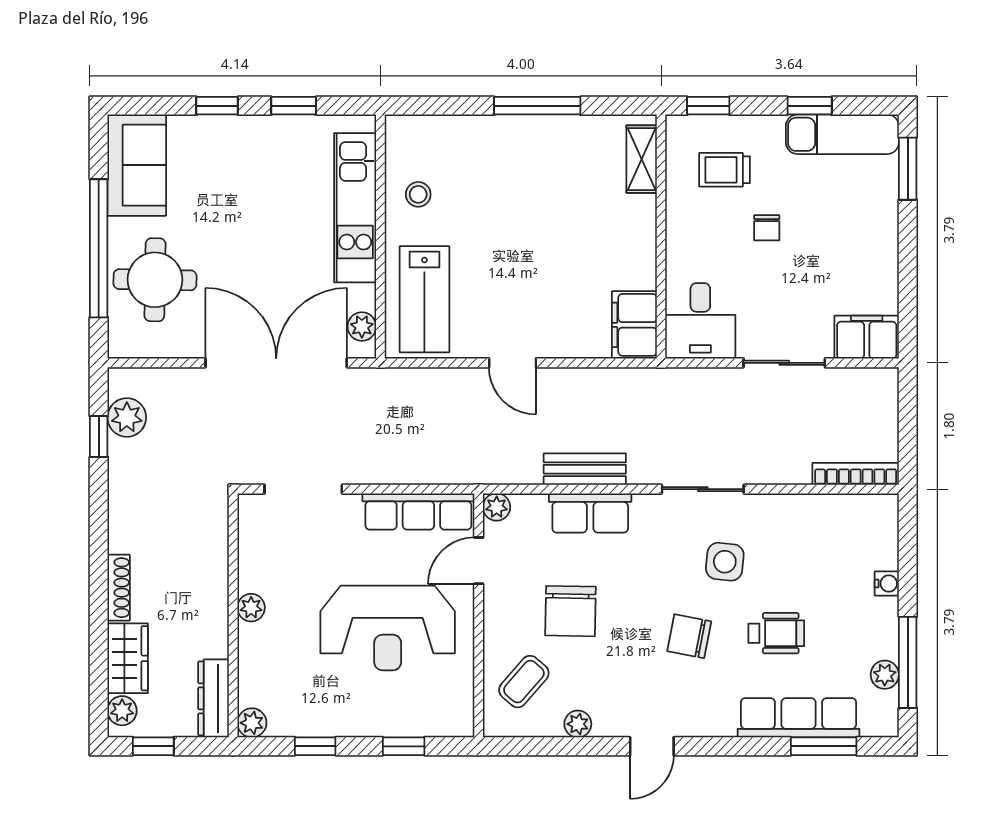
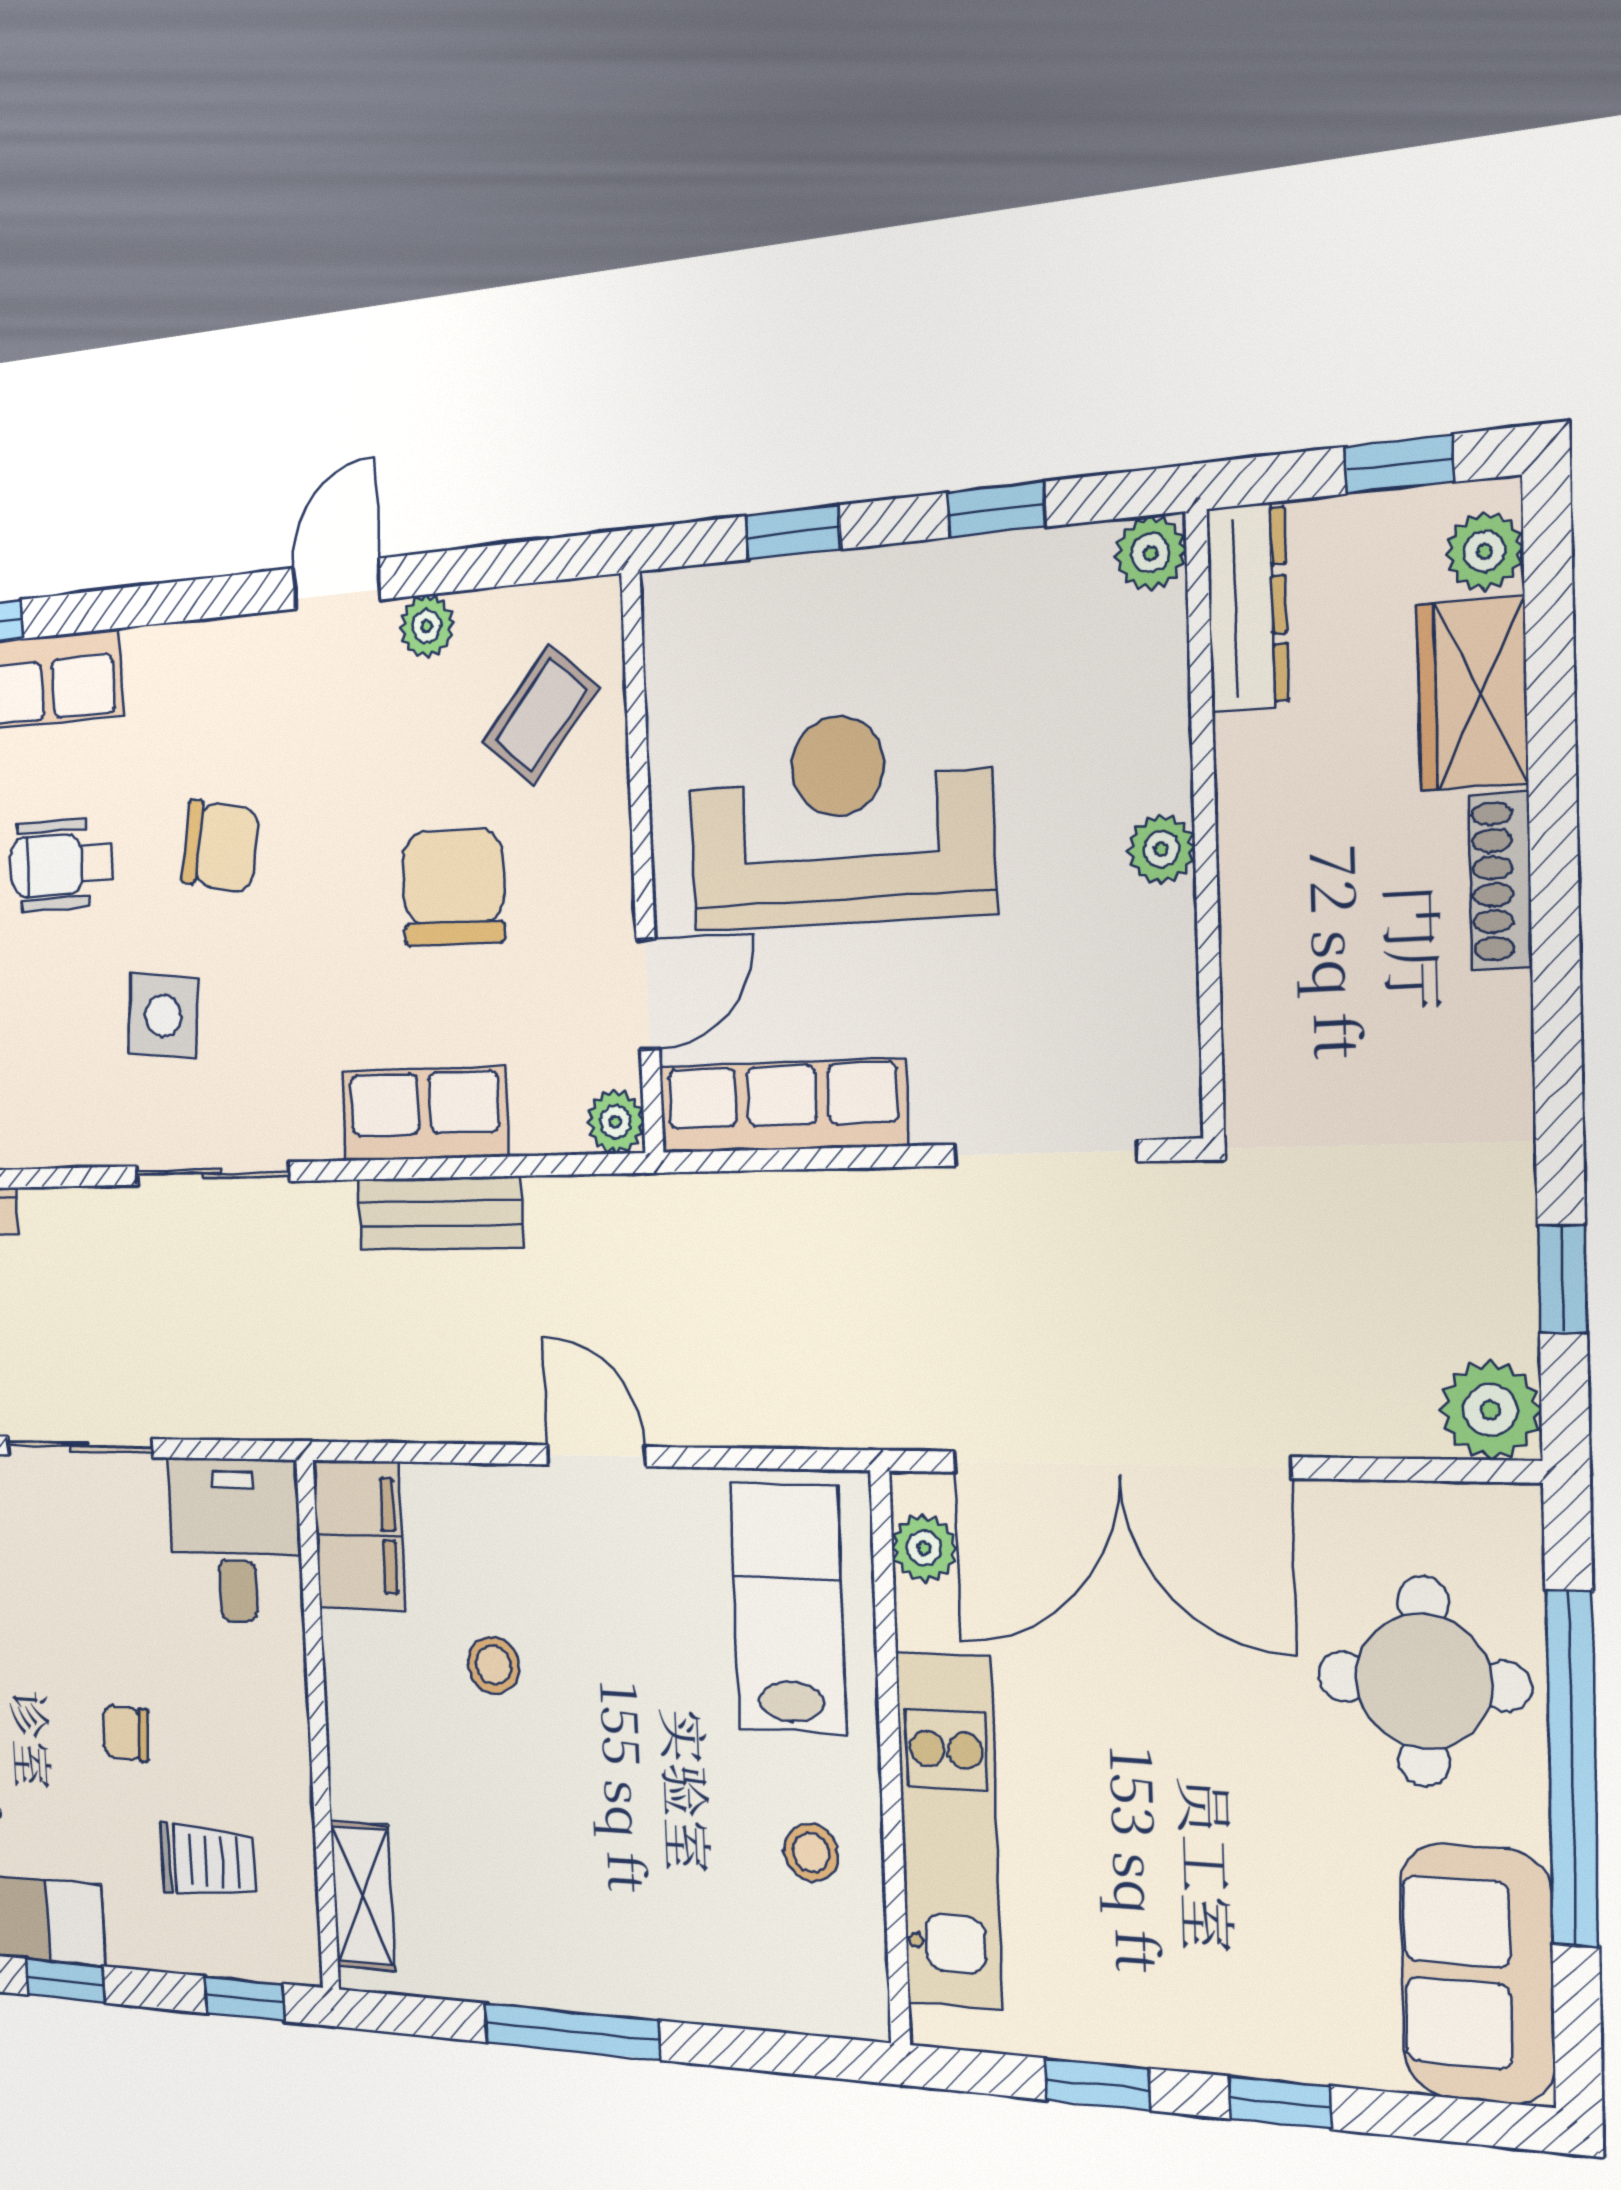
chair: (767, 228) -> (126, 1733), turned -87
stool: (568, 268) -> (493, 1665), added
plant: (127, 417) -> (1490, 1410), moved
door: (652, 746) -> (337, 584), moved

